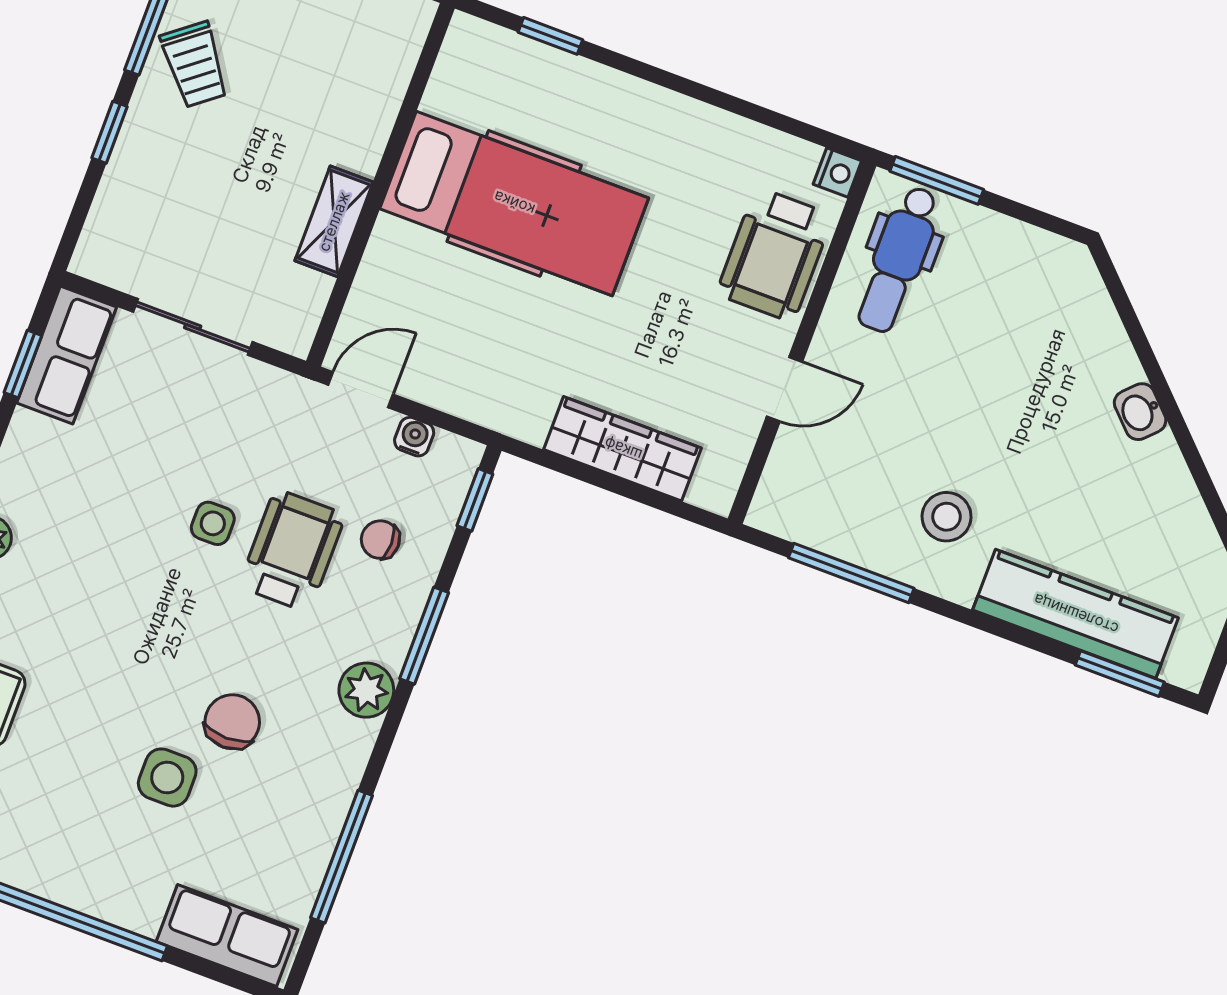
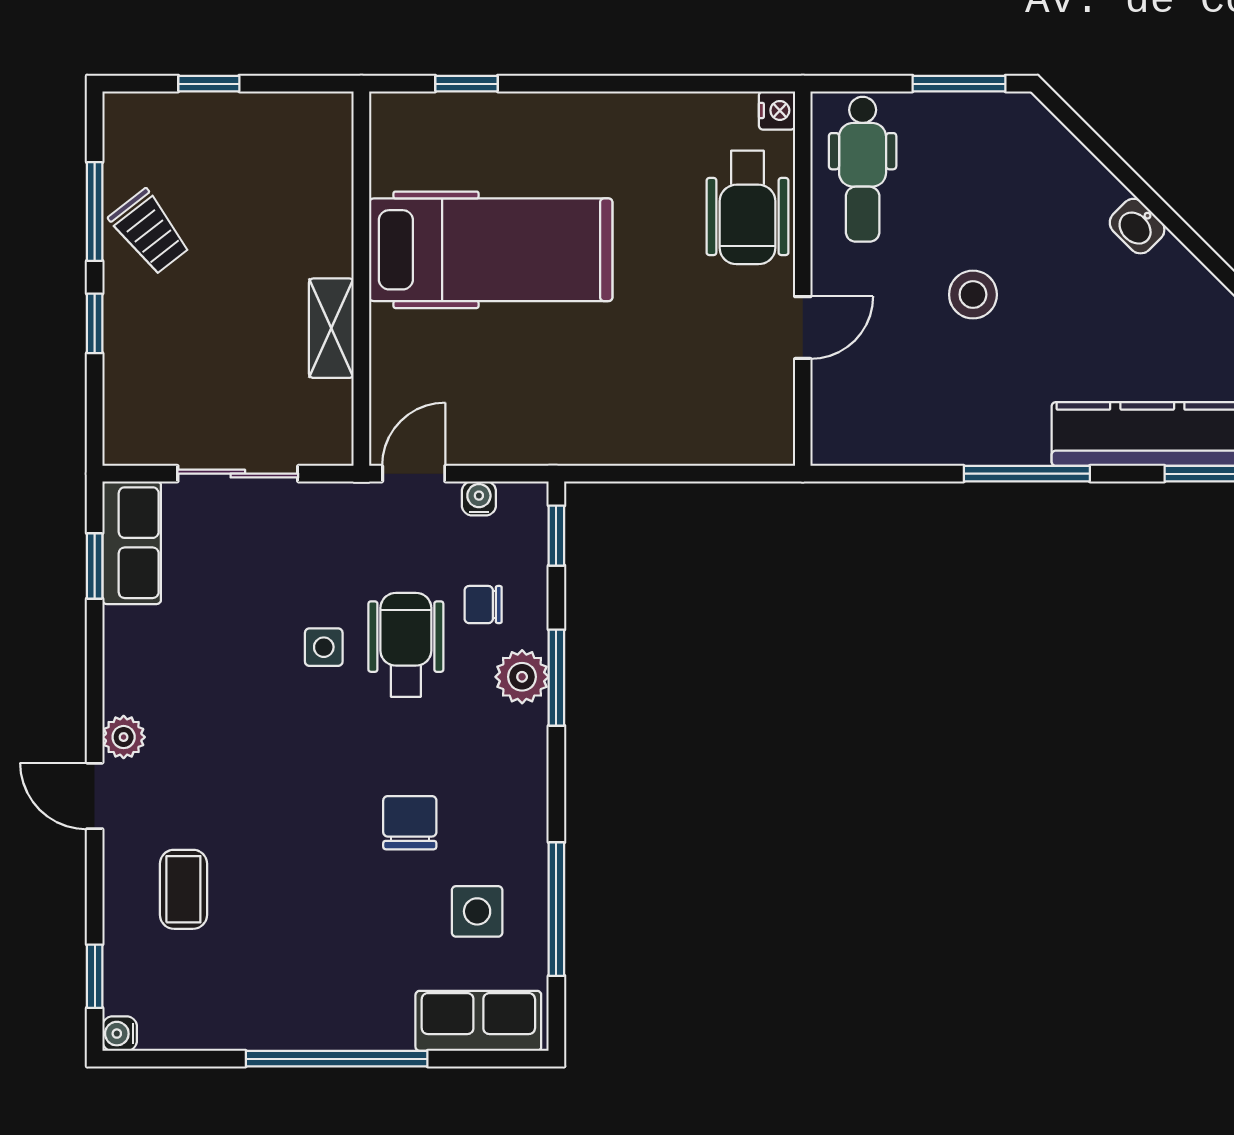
window: (937, 180) -> (959, 84), moved
wardrobe: (623, 449) -> (675, 438), removed
stool: (947, 517) -> (973, 295), moved
window: (851, 573) -> (1027, 474), moved
plant: (366, 690) -> (522, 677), moved
side table: (167, 778) -> (477, 911), moved

